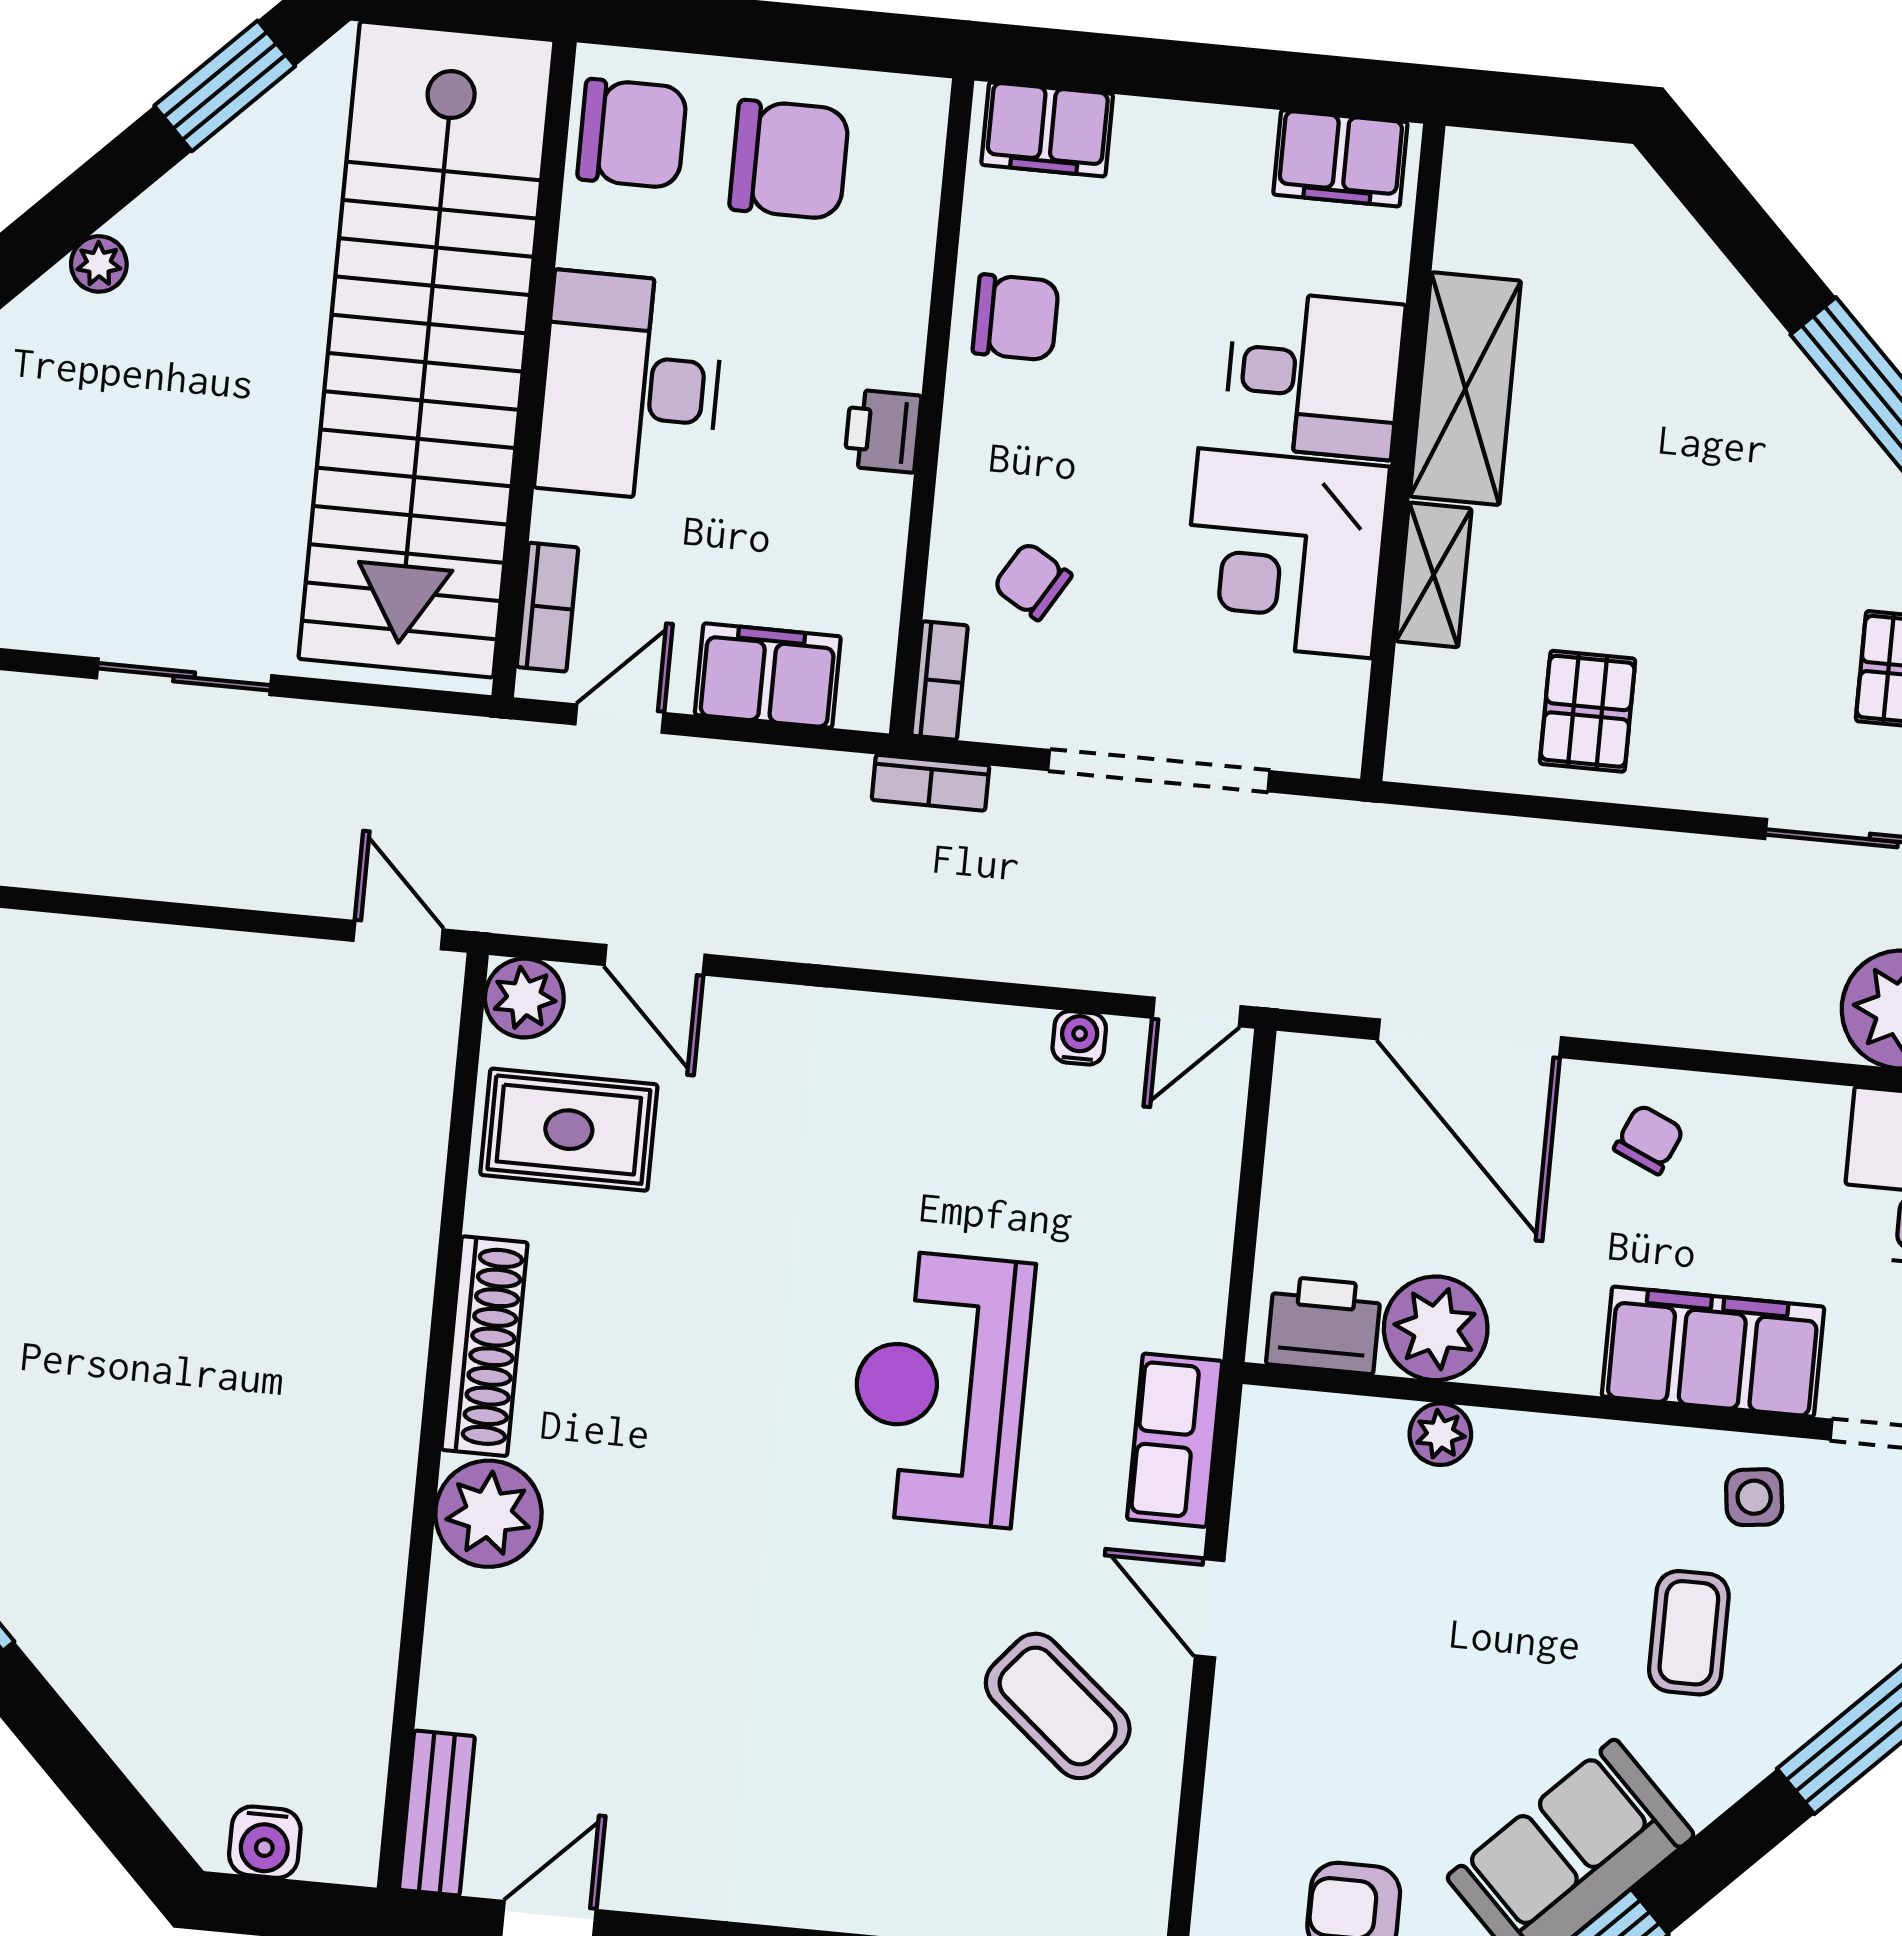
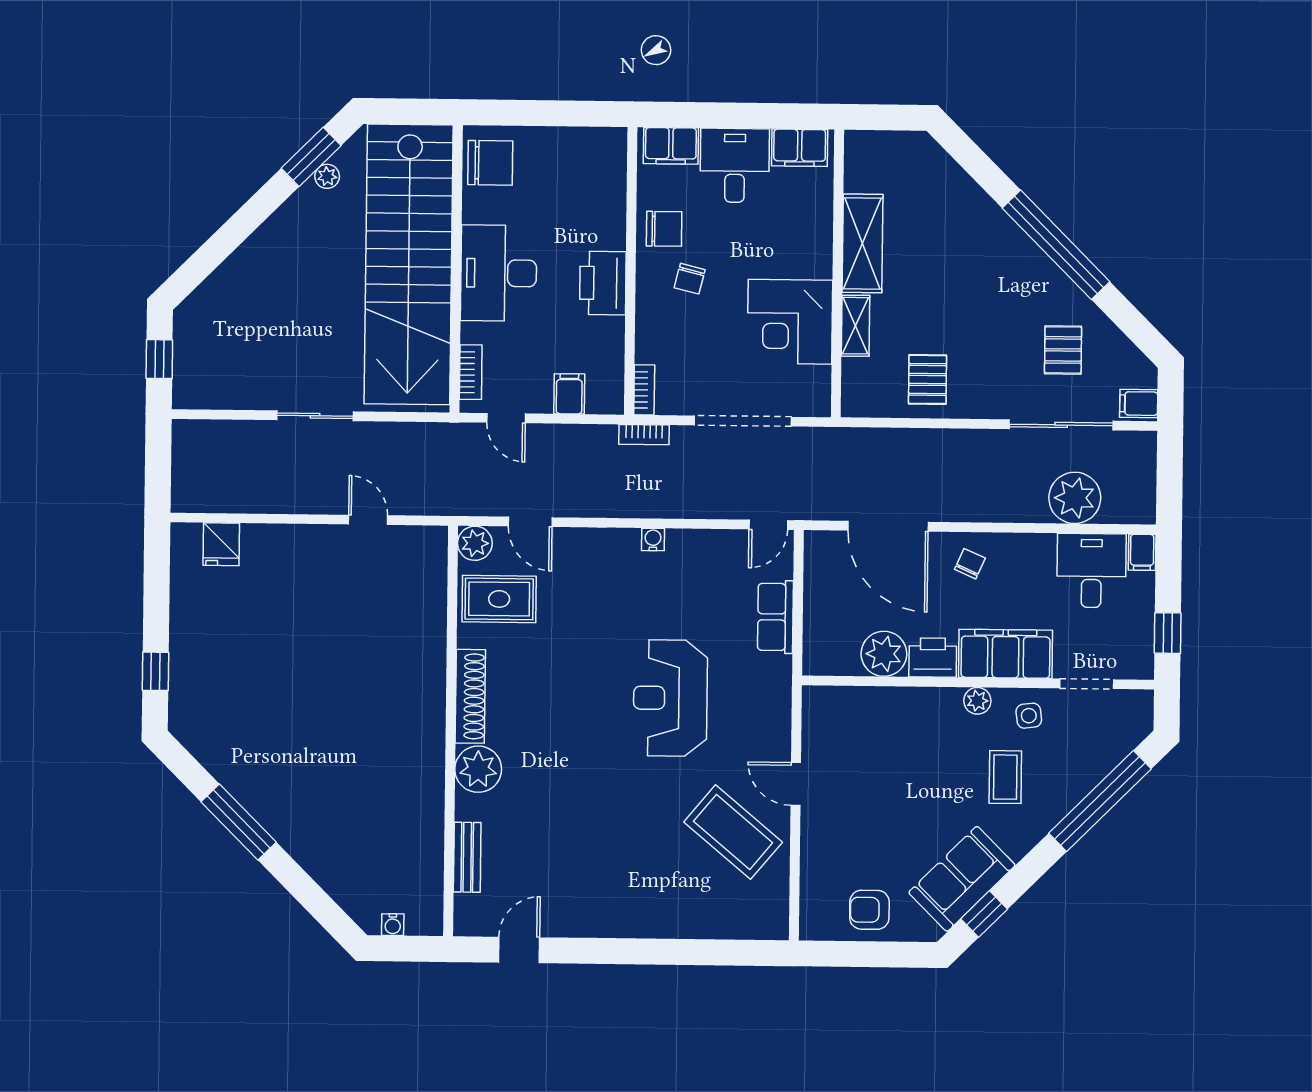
chair: (789, 160) -> (560, 168), removed
plant: (99, 264) -> (327, 176), moved
desk: (1314, 375) -> (735, 165), moved, turned -90
printer: (883, 431) -> (603, 283), width x1.87, depth x1.48
chair: (1032, 581) -> (690, 279), moved, turned -107
filing cabinet: (768, 676) -> (569, 394), width x0.50
door: (619, 719) -> (506, 418), swing flipped
door: (398, 935) -> (368, 520), moved
water cooler: (1079, 1038) -> (653, 539), moved
printer: (1324, 1325) -> (933, 658), moved
plant: (1440, 1434) -> (977, 701), moved
row of seats: (1175, 1440) -> (775, 617), moved
coffee table: (1058, 1706) -> (733, 832), width x1.36, depth x1.32
bench: (437, 1813) -> (467, 857), moved
water cooler: (265, 1842) -> (393, 925), width x0.72, depth x0.72

